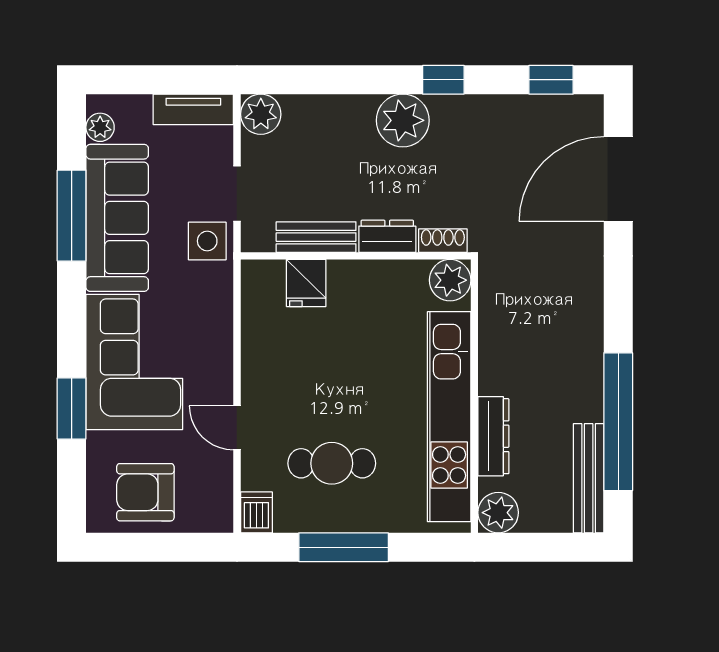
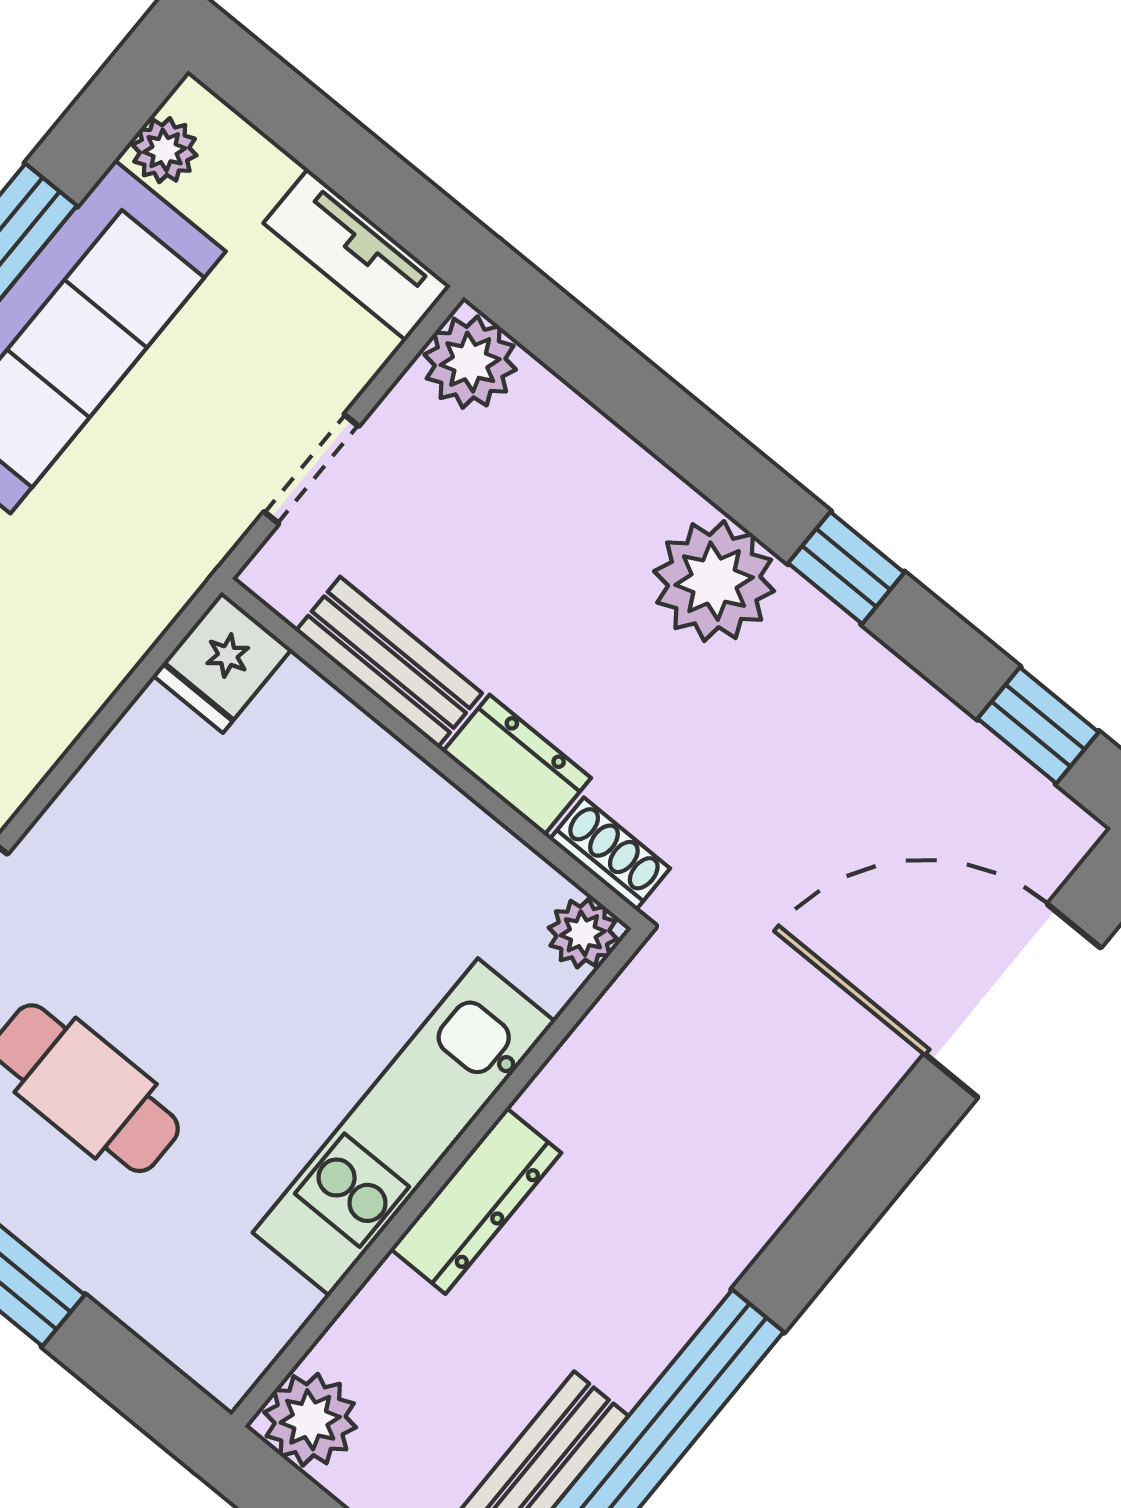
side table: (207, 241) -> (189, 510), removed
plant: (450, 280) -> (583, 933), width x0.73, depth x0.73
fridge: (306, 283) -> (222, 662), moved
kitchen unit: (449, 417) -> (404, 1127), width x0.73
dresser: (493, 436) -> (476, 1201), moved

